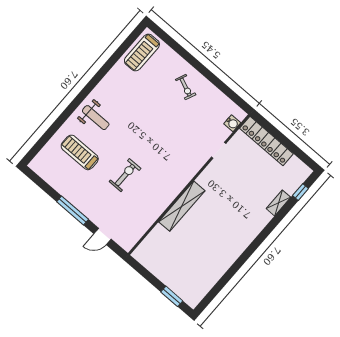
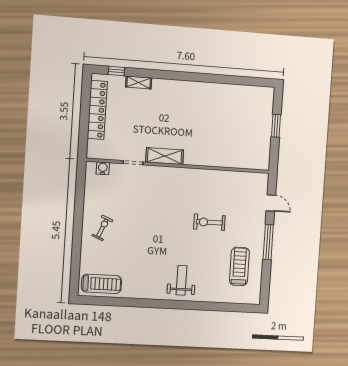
locker: (266, 141) -> (97, 110), moved
treadmill: (80, 152) -> (239, 266), moved, turned 180
shelving: (182, 206) -> (165, 156), moved, width x0.68
window: (172, 296) -> (276, 126), moved

